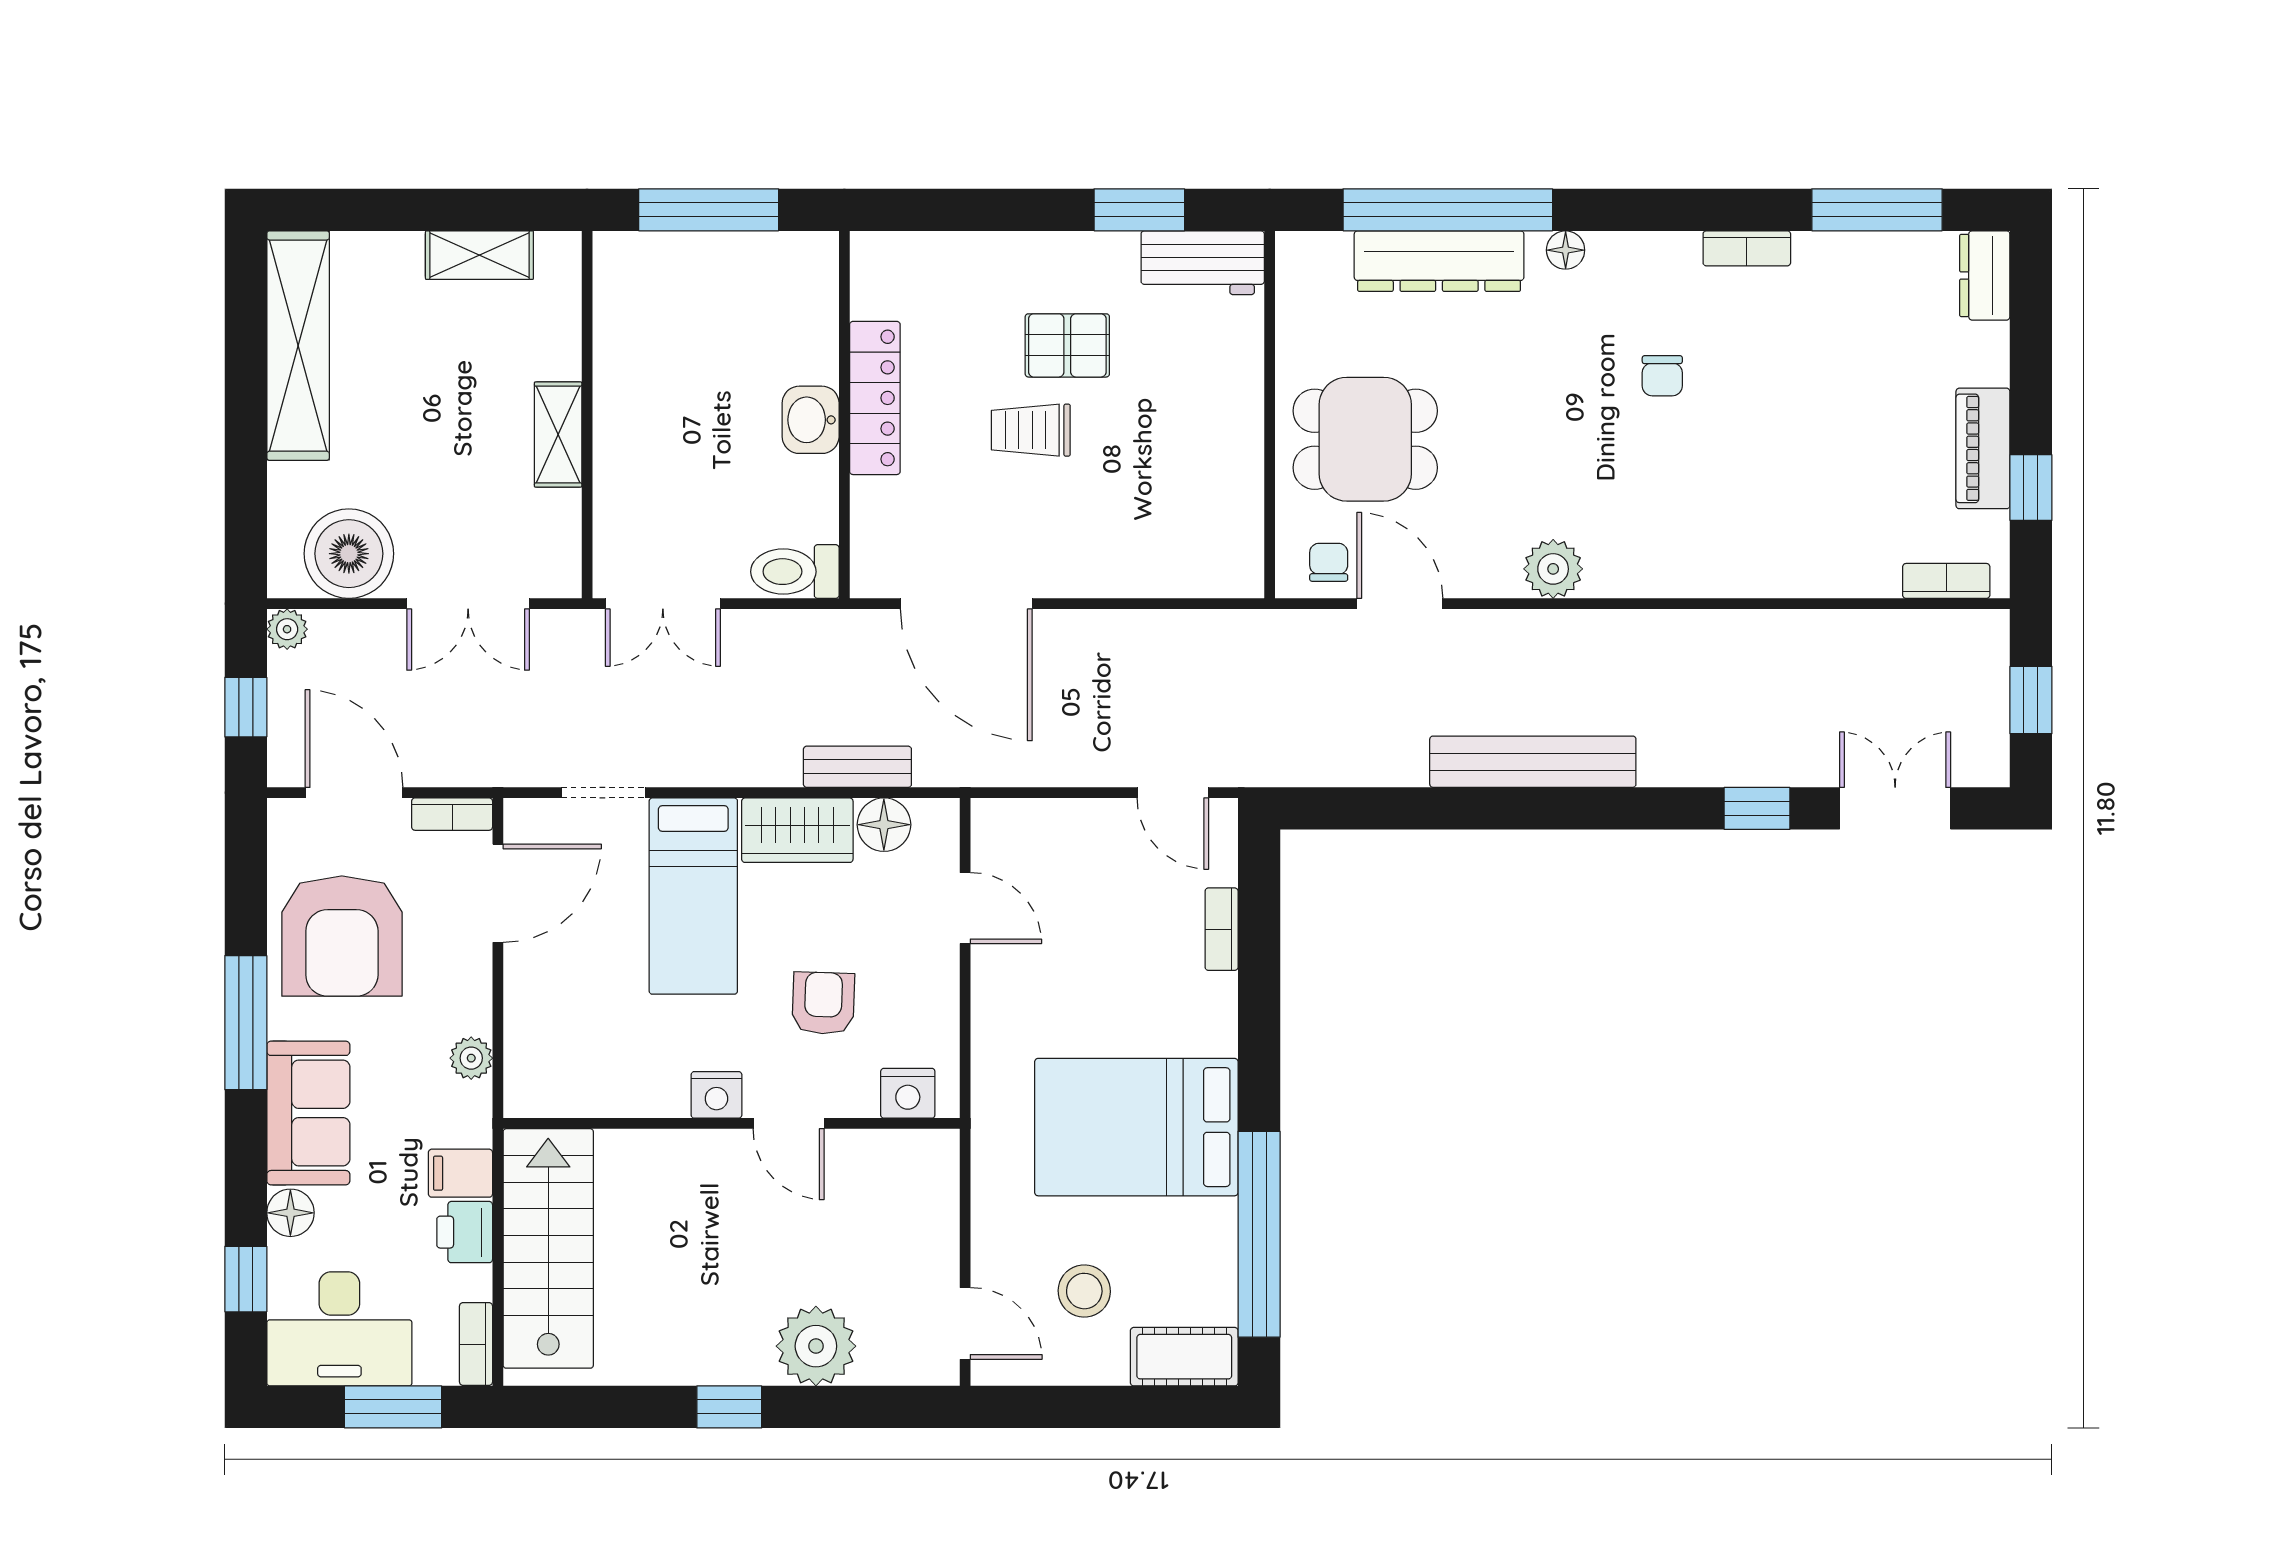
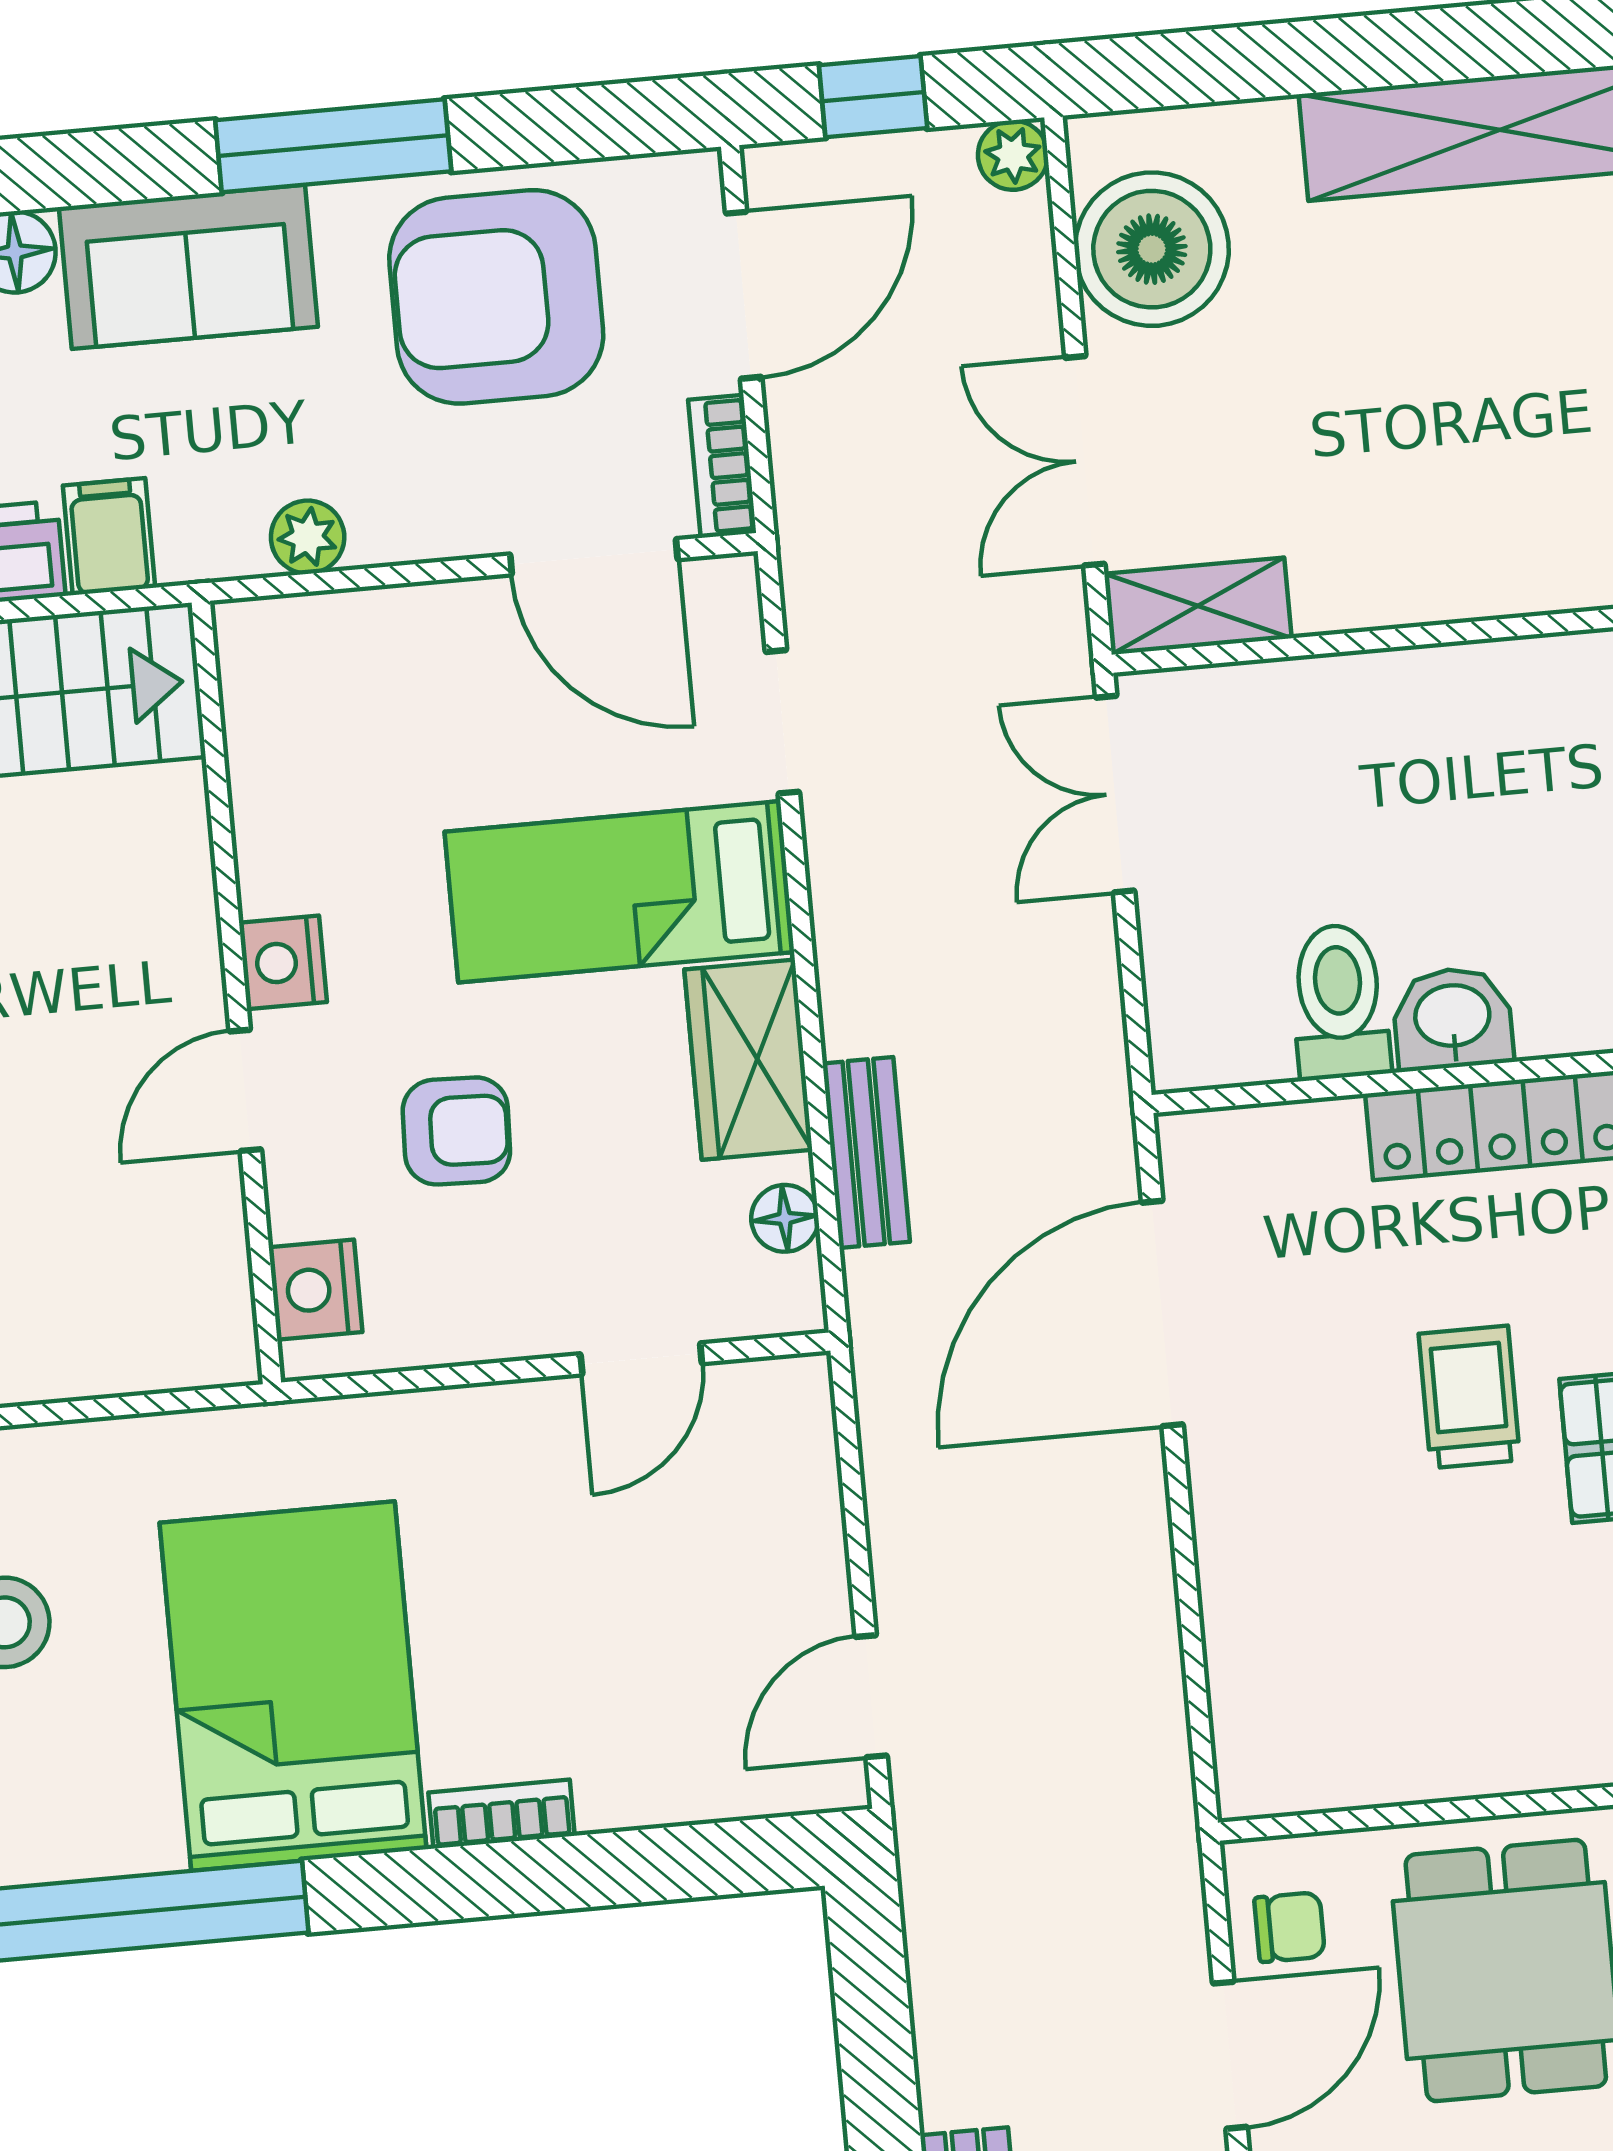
shelving: (558, 435) -> (1198, 606), moved
toilet: (795, 572) -> (1339, 1002), moved
floor lamp: (884, 825) -> (785, 1218), width x0.73, depth x0.73
bookcase: (1222, 929) -> (502, 1814), moved

